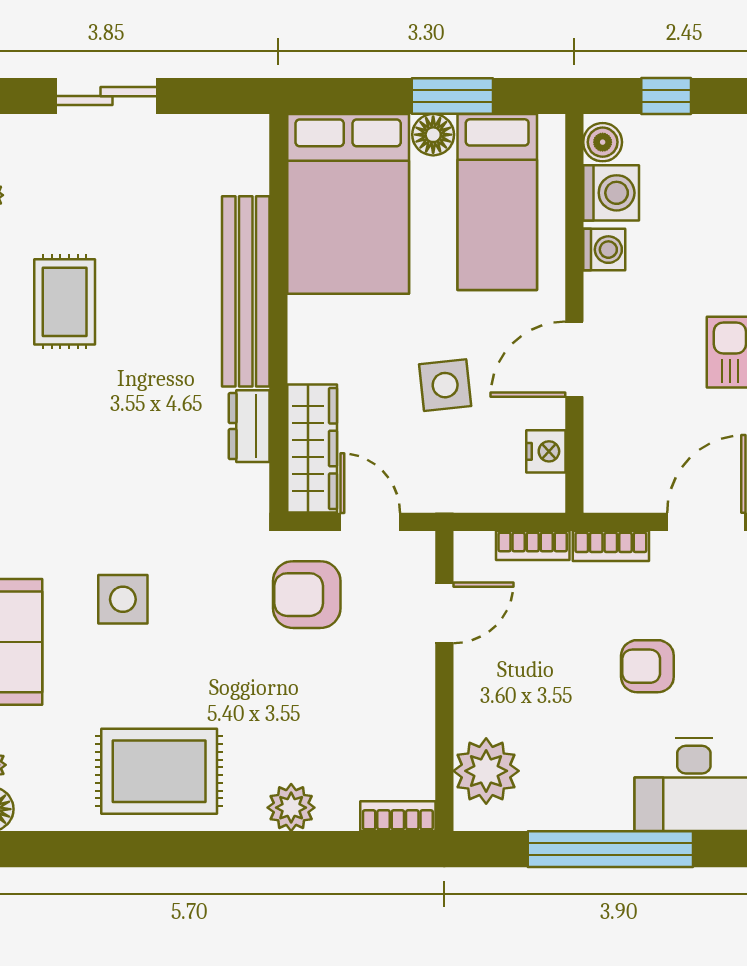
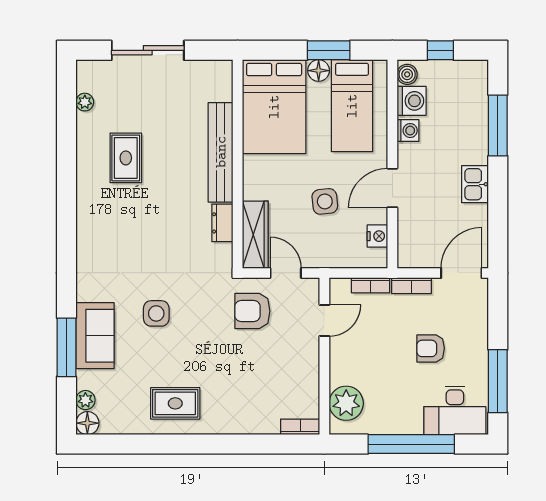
sliding door: (107, 96) -> (148, 50), width x1.37
rug: (159, 771) -> (175, 403), width x0.73, depth x0.70
plant: (291, 808) -> (244, 422), removed

